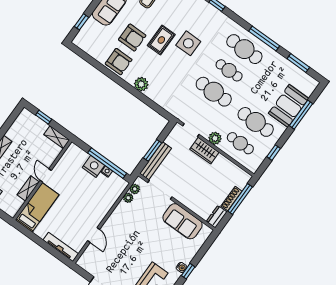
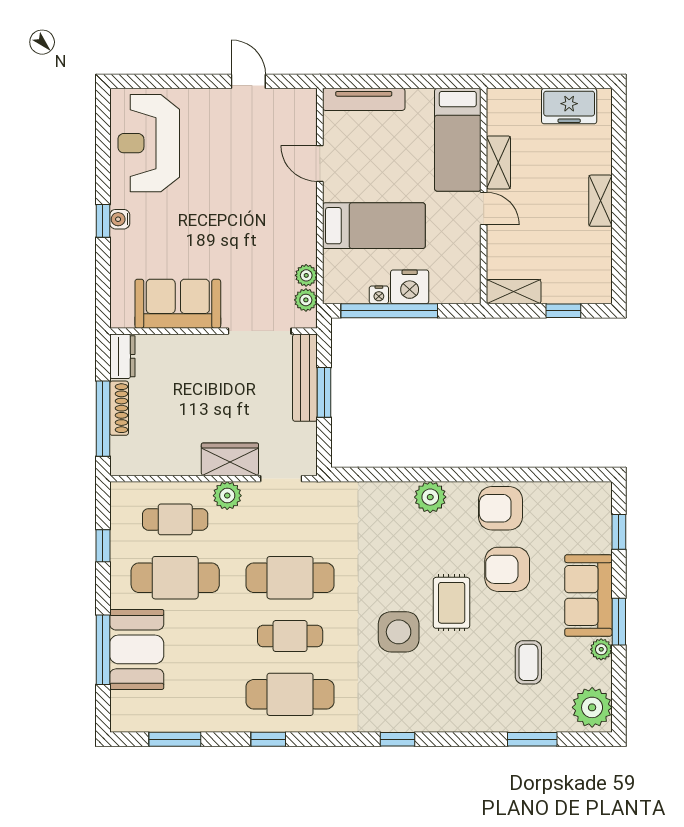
window: (264, 38) -> (268, 739), width x0.46
bed: (90, 198) -> (374, 226), added

